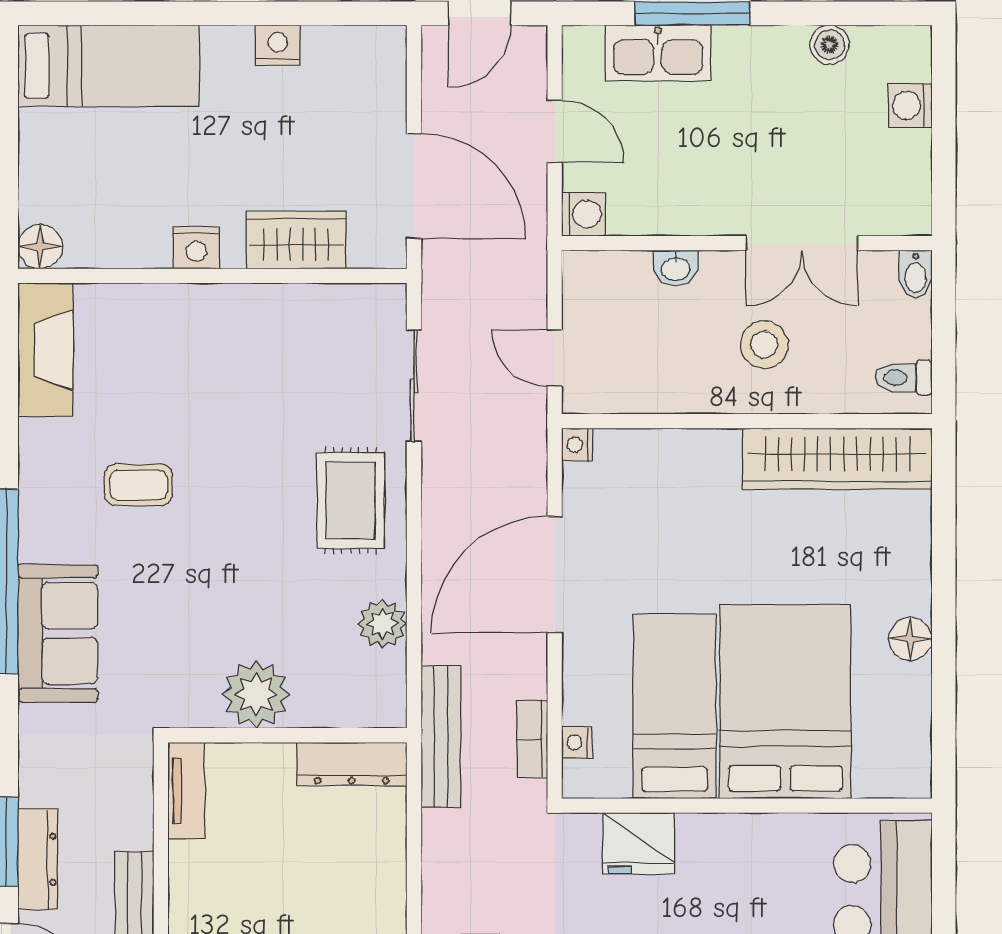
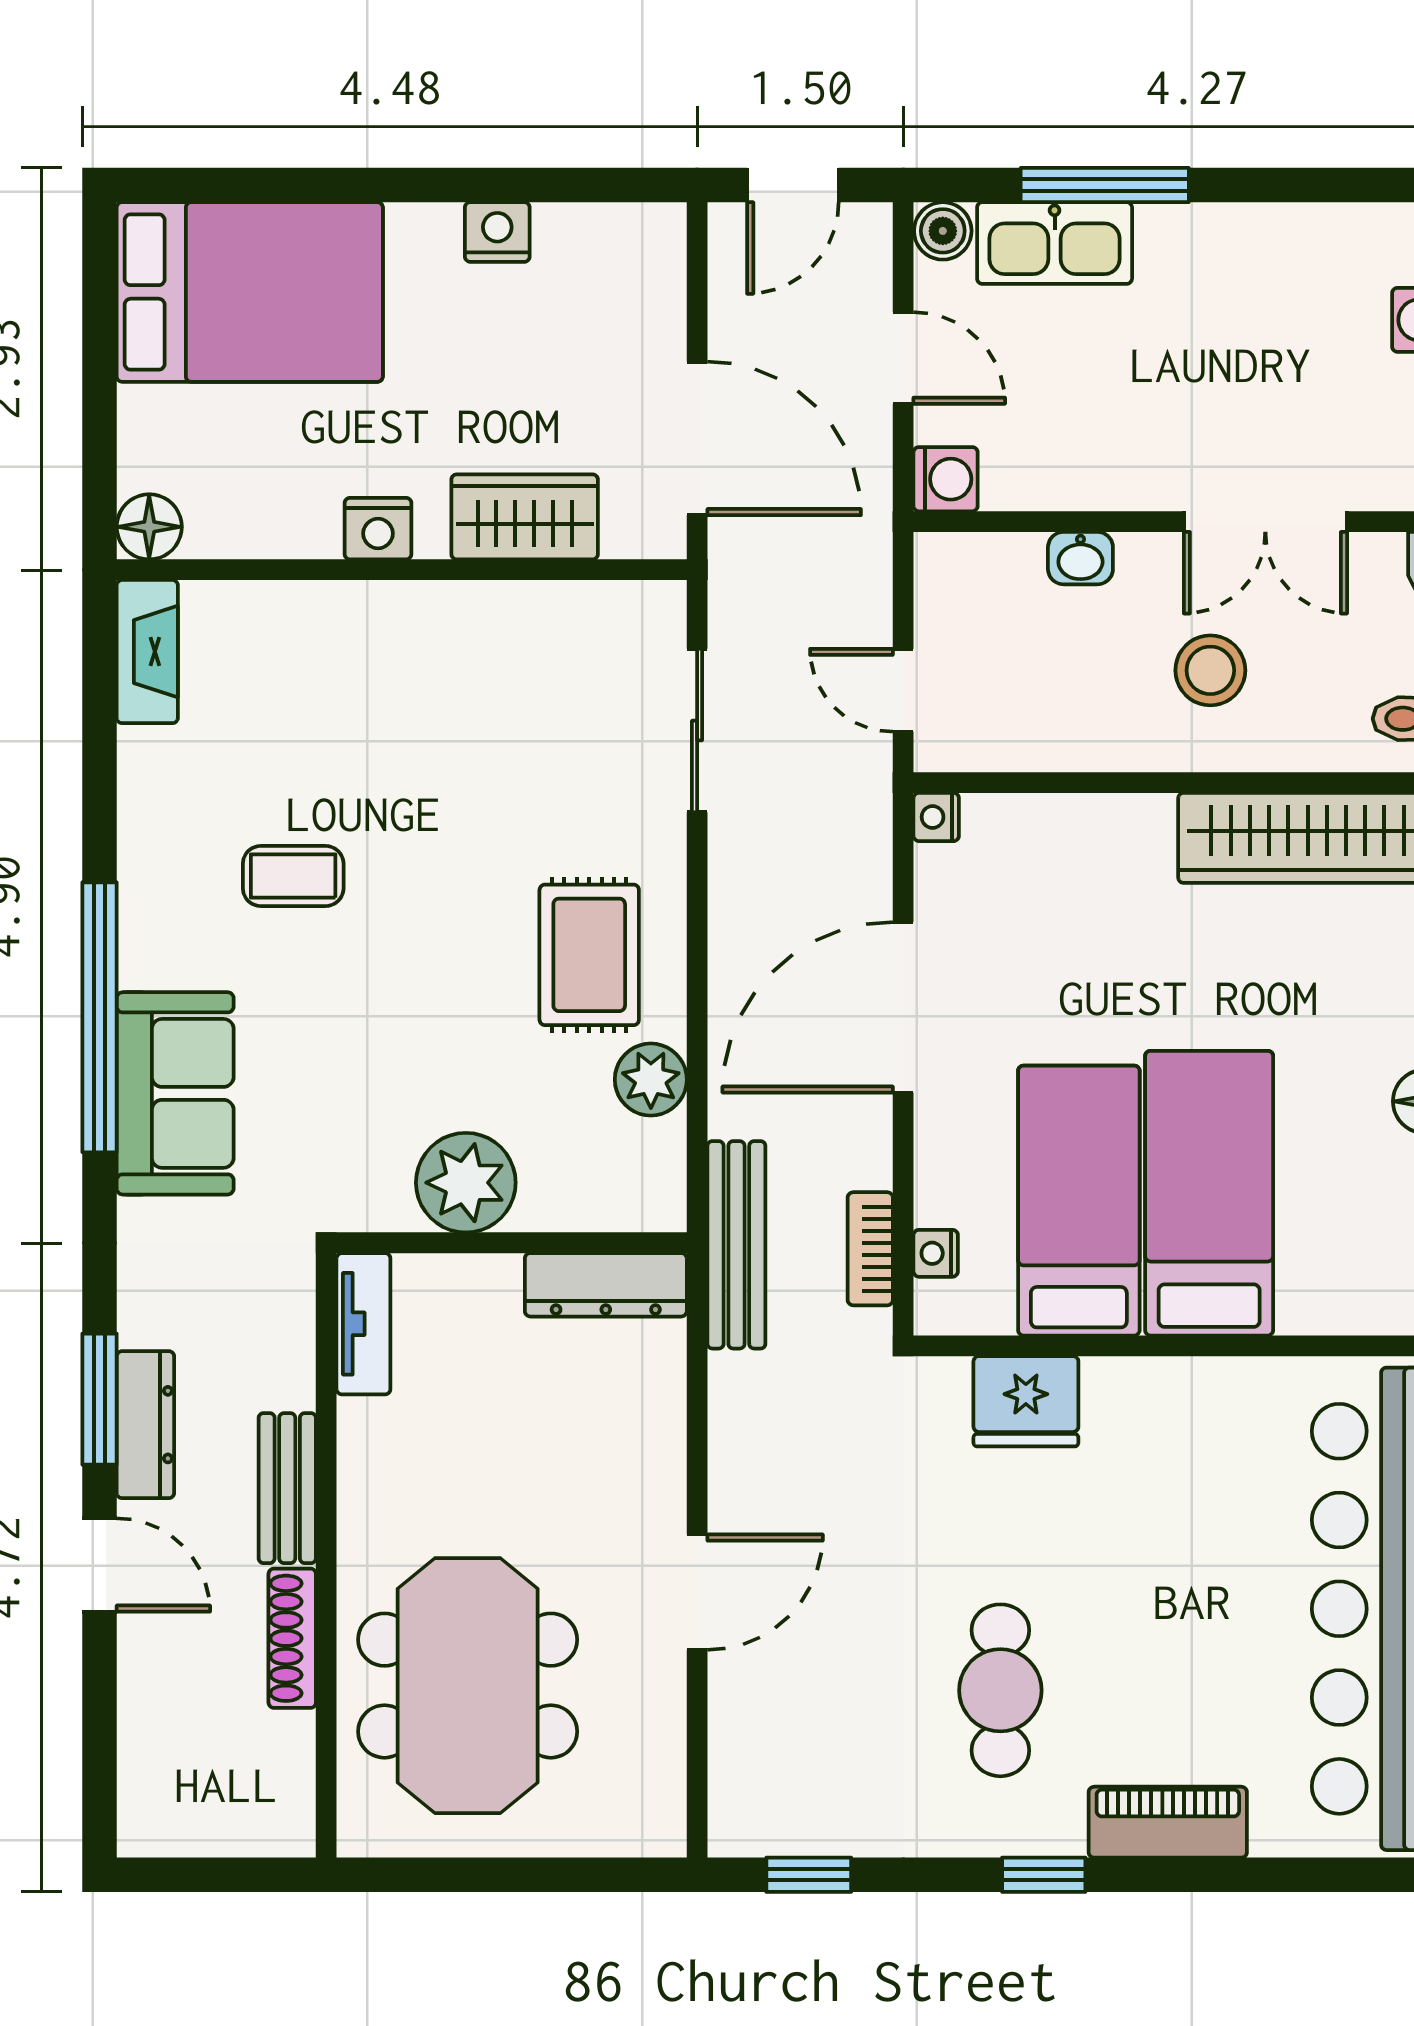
boiler: (829, 45) -> (943, 231), moved
bed: (109, 66) -> (250, 292), width x1.50
fireplace: (45, 350) -> (147, 652), width x0.73, depth x0.76
rug: (351, 501) -> (589, 955), moved
bed: (785, 701) -> (1209, 1193), width x0.67

